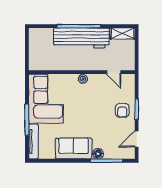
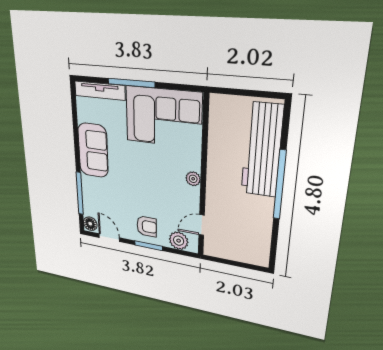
shelving: (123, 33) -> (261, 249), removed
workbench: (81, 38) -> (262, 150), moved
plant: (128, 88) -> (179, 241), added
armchair: (122, 110) -> (147, 226), turned 180
floor lamp: (98, 154) -> (90, 224), moved

